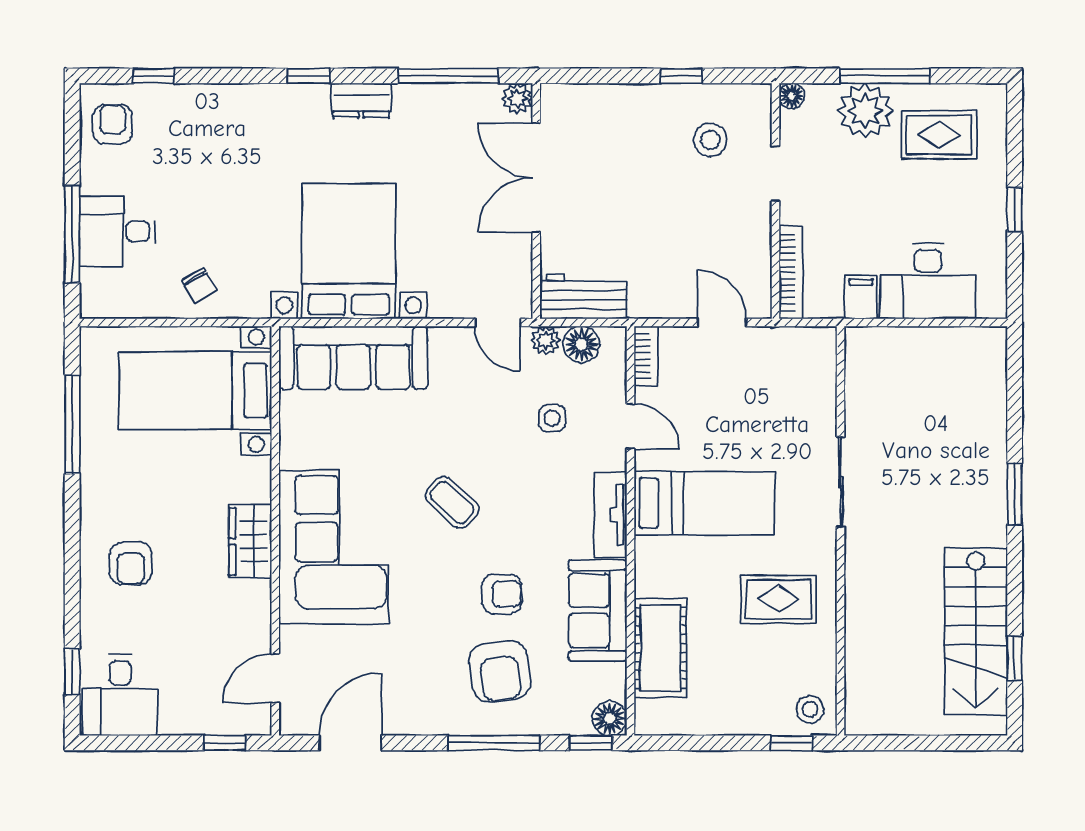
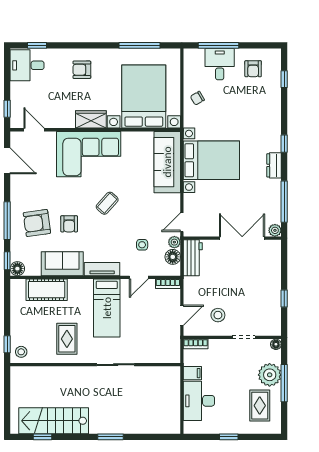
armchair: (113, 124) -> (253, 69), moved, turned 90
stool: (710, 140) -> (218, 315), moved
bookcase: (791, 273) -> (196, 344), width x0.64
bed with nightstands: (195, 391) -> (144, 97), width x1.36

